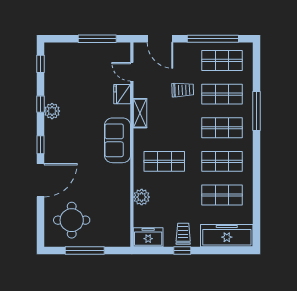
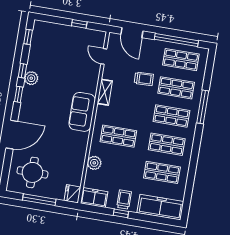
window: (97, 39) -> (79, 24), width x0.46
fridge: (122, 94) -> (72, 194), moved
window: (40, 145) -> (19, 94), moved

